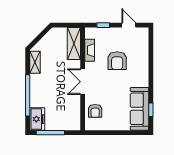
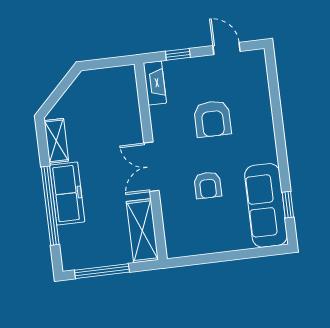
shelving: (74, 44) -> (142, 231), moved
fireplace: (90, 50) -> (155, 83), moved
armchair: (95, 111) -> (208, 185), moved
freezer: (37, 119) -> (67, 193), moved, width x1.40

